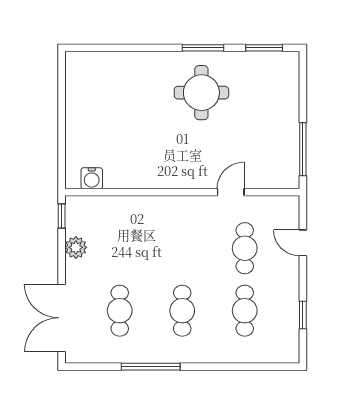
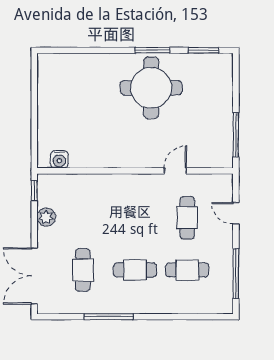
round table: (201, 93) -> (151, 88), width x1.36, depth x1.36
cafe table: (182, 311) -> (135, 270), turned 90
cafe table: (245, 311) -> (187, 270), turned 90
window: (303, 315) -> (236, 273), width x2.17

